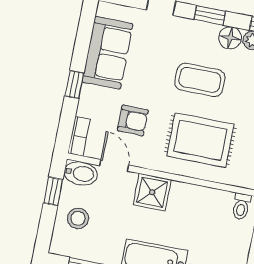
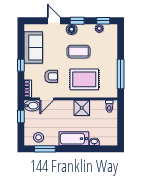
floor lamp: (230, 38) -> (72, 29), moved
door: (114, 165) -> (47, 99), swing flipped
shower: (152, 192) -> (82, 108), moved
stool: (78, 218) -> (39, 137), moved

